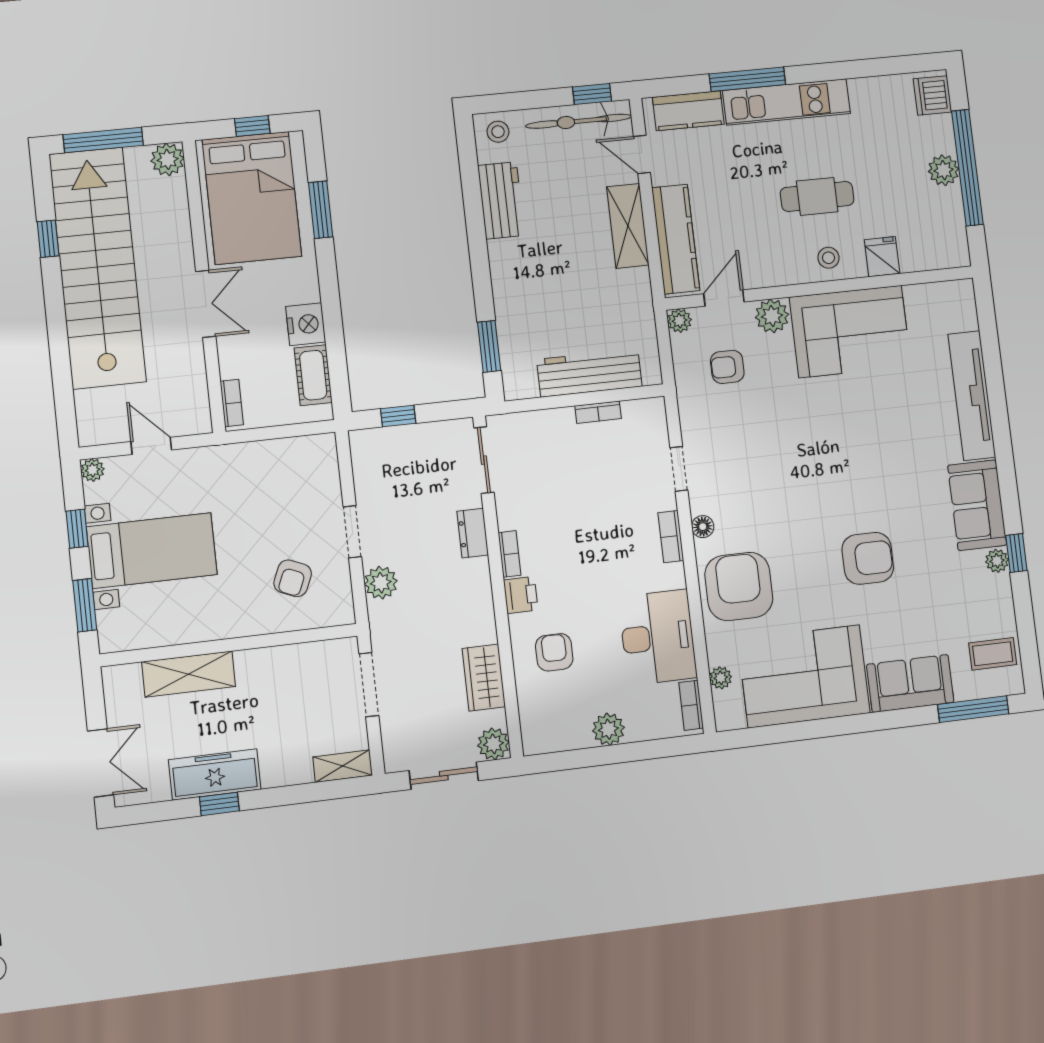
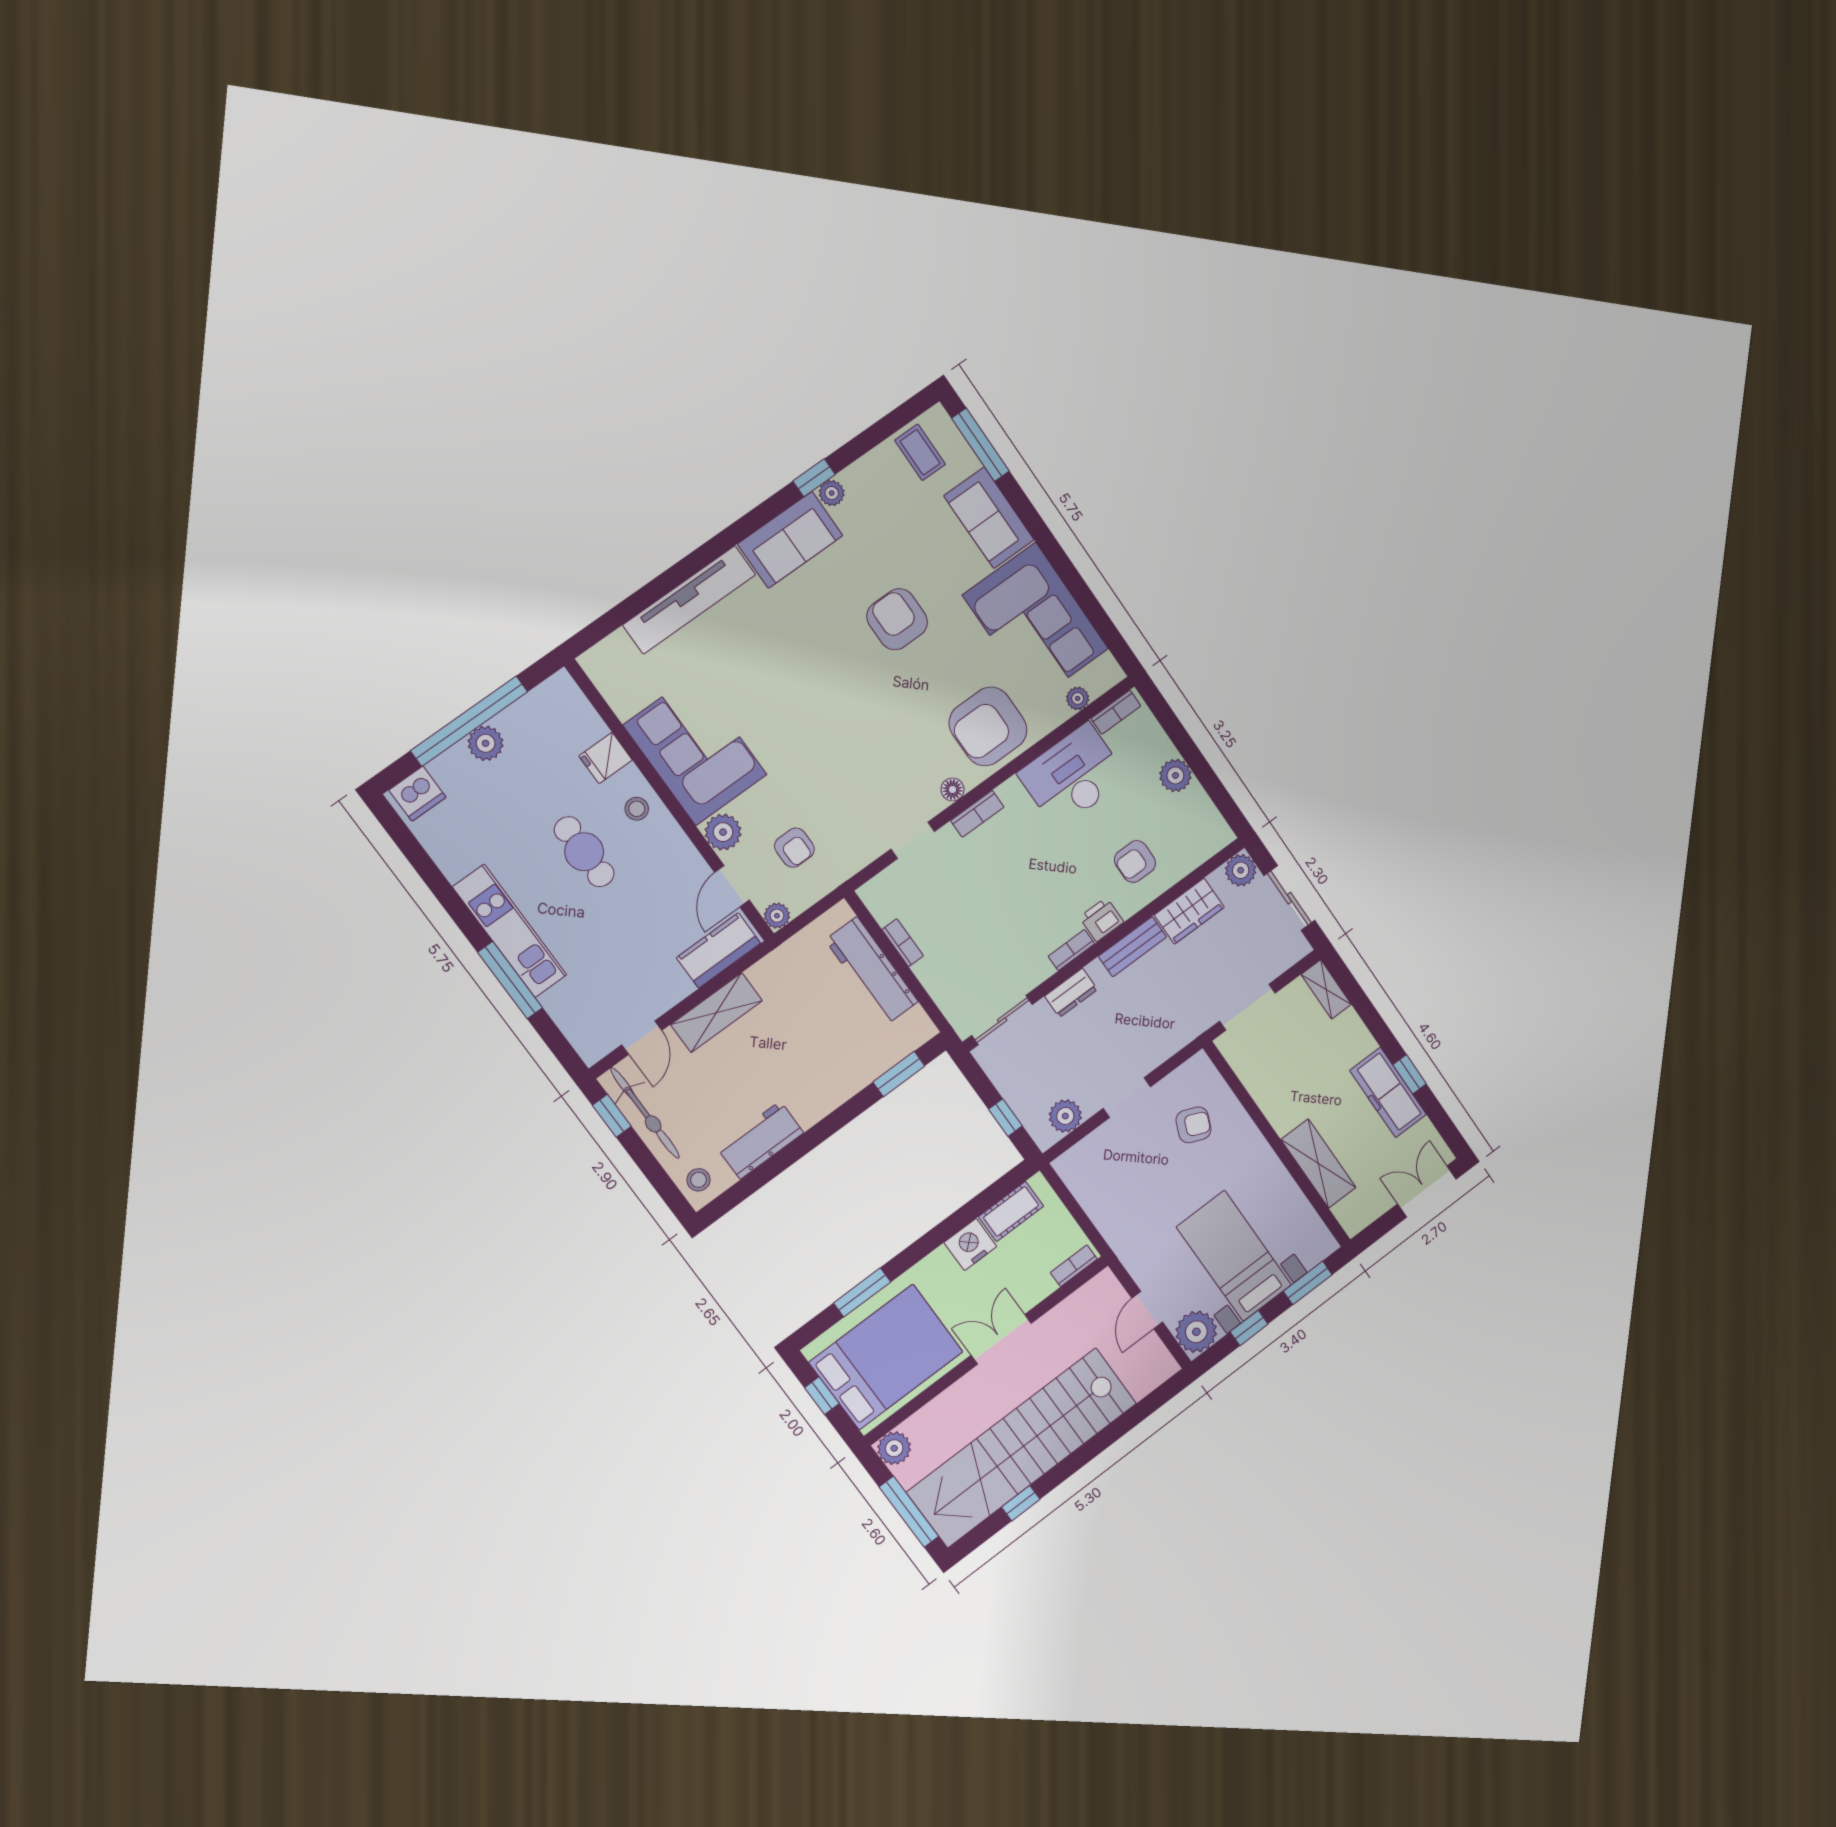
kitchen counter: (688, 111) -> (574, 1018), removed
kitchen counter: (676, 239) -> (719, 950), width x0.67
door: (724, 298) -> (732, 886), hinge flipped
plant: (92, 470) -> (1196, 1332), width x1.87, depth x1.87
plant: (381, 583) -> (1065, 1116), moved
bench: (482, 610) -> (1132, 947), added

